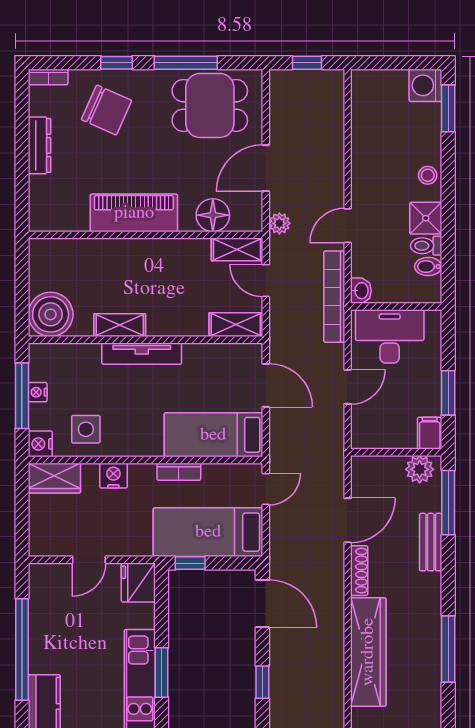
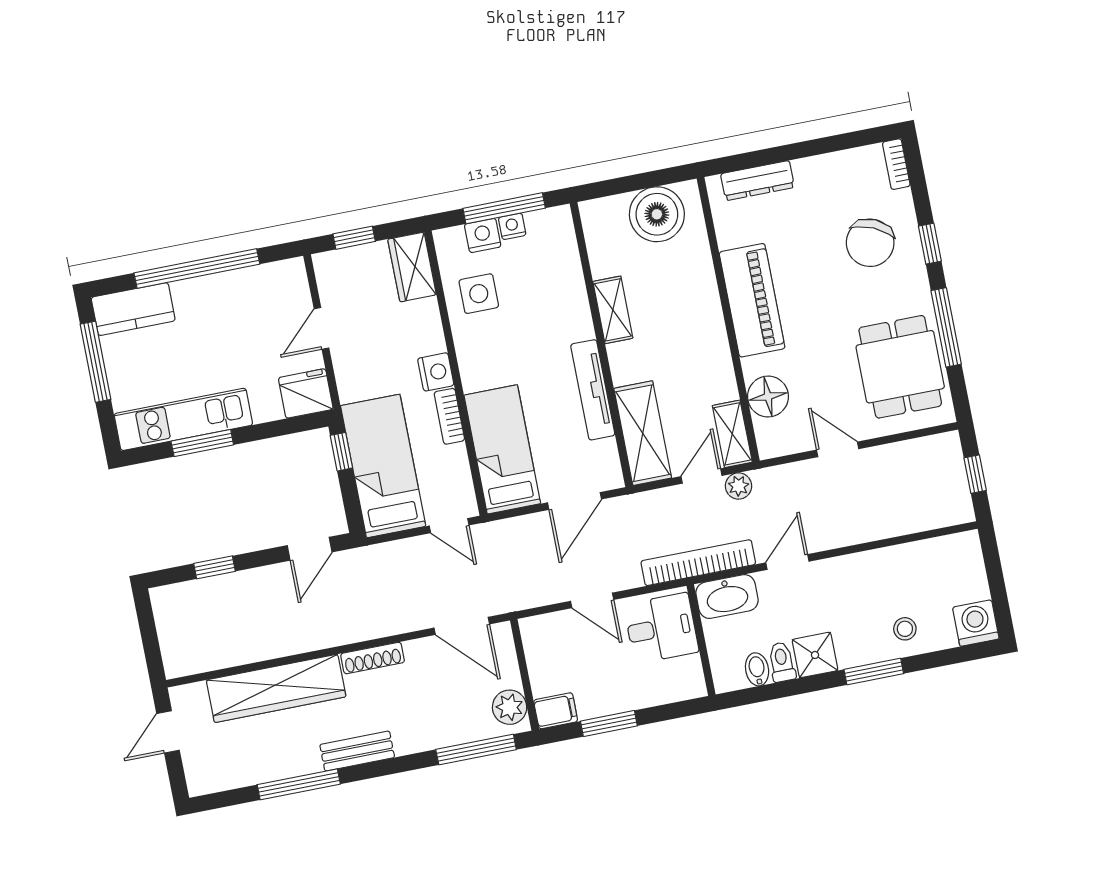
window: (448, 108) -> (874, 672), moved
dresser: (39, 145) -> (758, 181), moved
door: (266, 168) -> (838, 449), width x0.73
stool: (428, 175) -> (905, 629), moved
plant: (279, 223) -> (739, 486), moved
door: (348, 226) -> (787, 562), hinge flipped
washbasin: (361, 291) -> (727, 597), width x1.91, depth x1.45
boiler: (51, 314) -> (657, 214), moved
shelving: (236, 325) -> (643, 433), width x1.50, depth x1.33
desk: (390, 336) -> (661, 628), width x0.73
tv unit: (142, 354) -> (593, 390), moved
nightstand: (40, 444) -> (483, 235), moved
nightstand: (113, 476) -> (436, 372), moved
window: (22, 520) -> (354, 238), added
door: (348, 520) -> (462, 626), moved
bench: (431, 542) -> (357, 751), moved
door: (89, 560) -> (321, 328), hinge flipped
door: (262, 604) -> (310, 549), width x0.73

